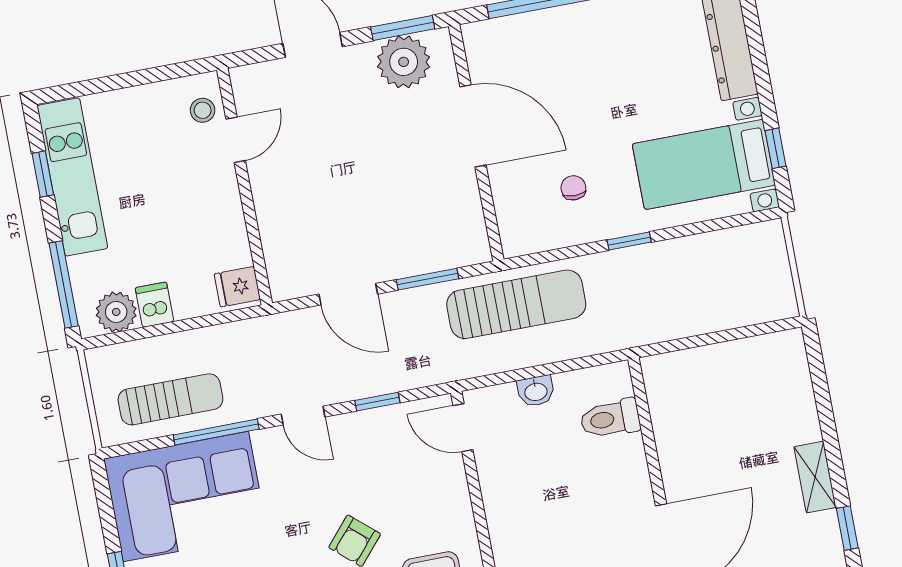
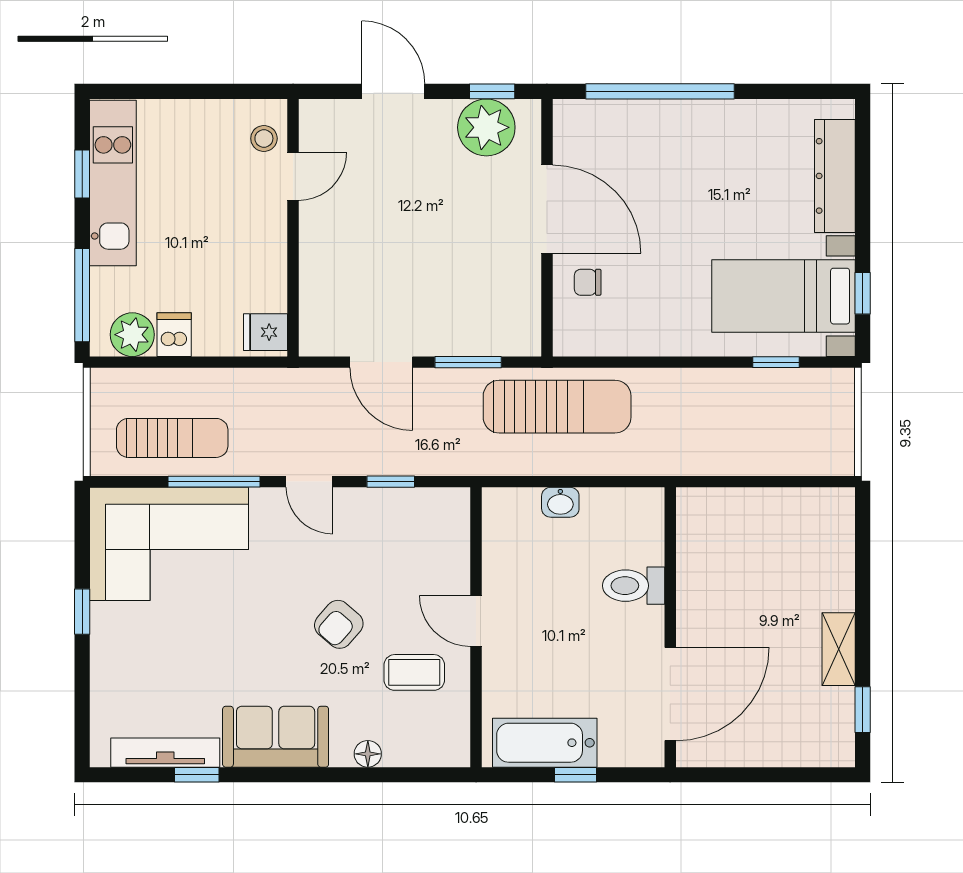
window: (403, 28) -> (492, 91), width x0.67
chair: (573, 188) -> (588, 282), moved, turned -90
window: (629, 241) -> (776, 362), moved
toilet: (610, 419) -> (634, 586), moved
door: (463, 428) -> (476, 621), moved

